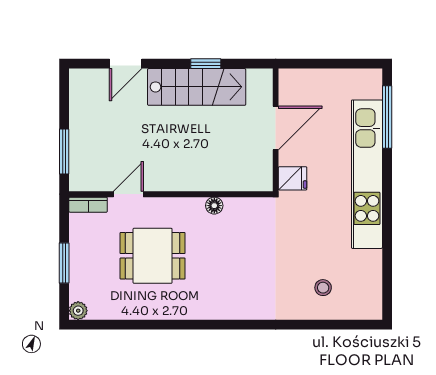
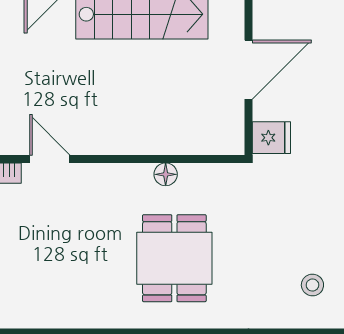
door: (128, 194) -> (50, 159), hinge flipped
dining table: (153, 256) -> (174, 258), moved, turned 90

